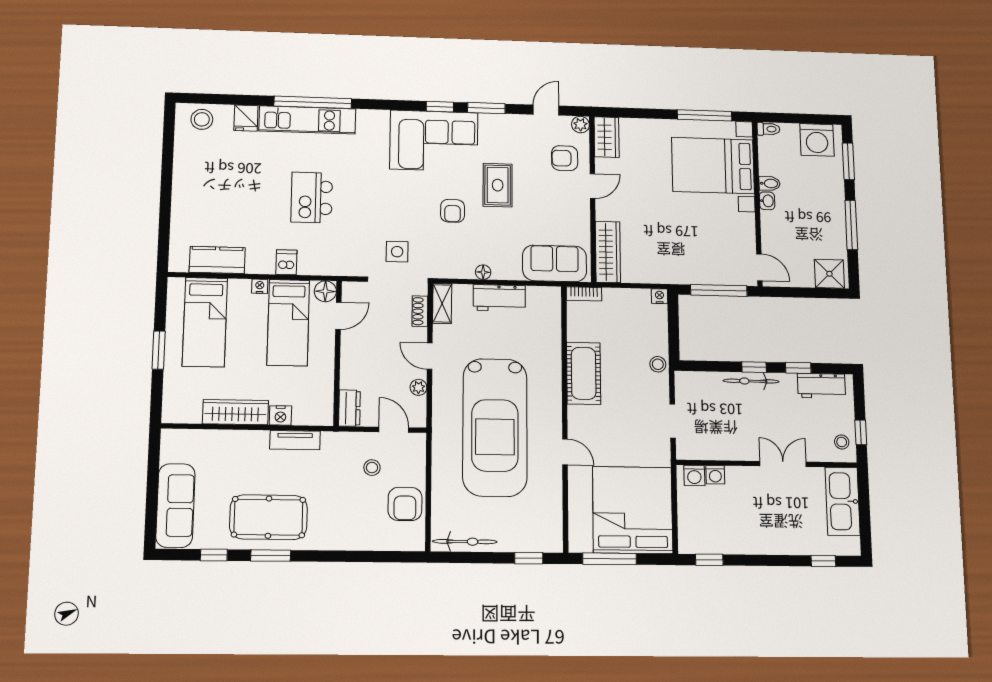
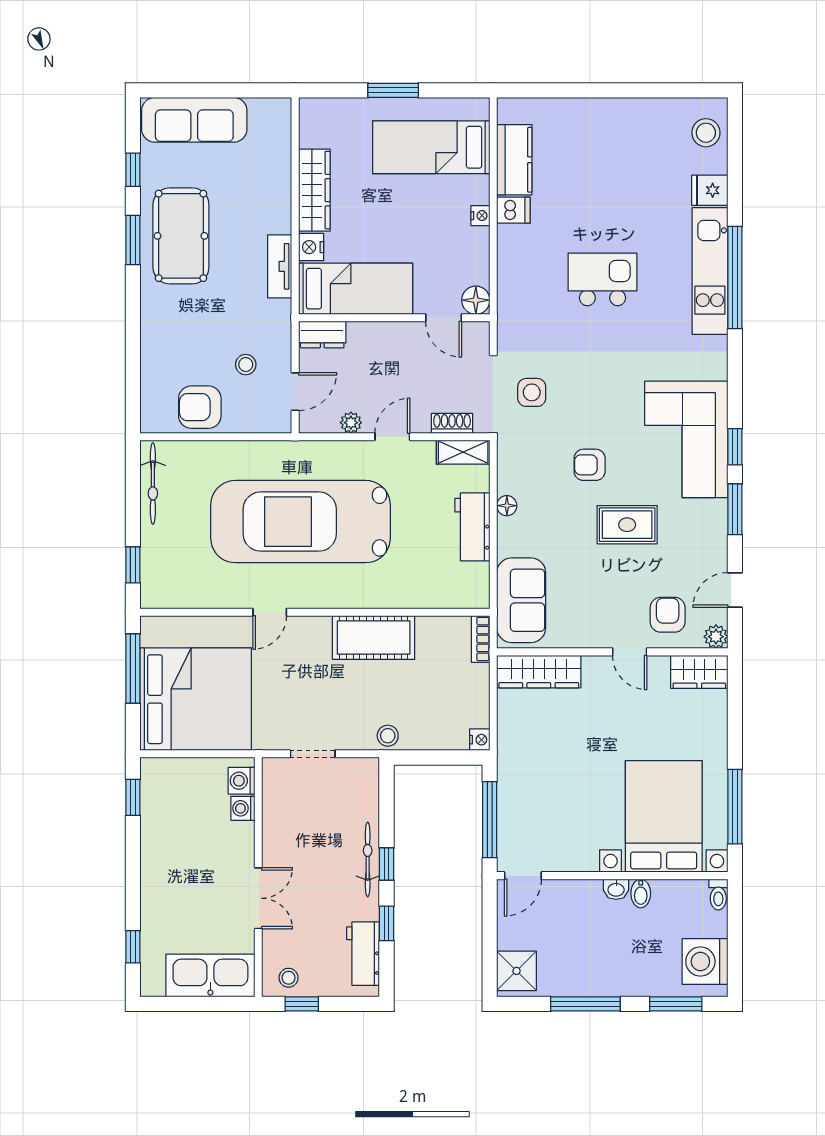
door: (546, 110) -> (735, 590), swing flipped
dishwasher: (286, 262) -> (513, 210), moved
bed: (288, 323) -> (356, 289), moved, turned 180

